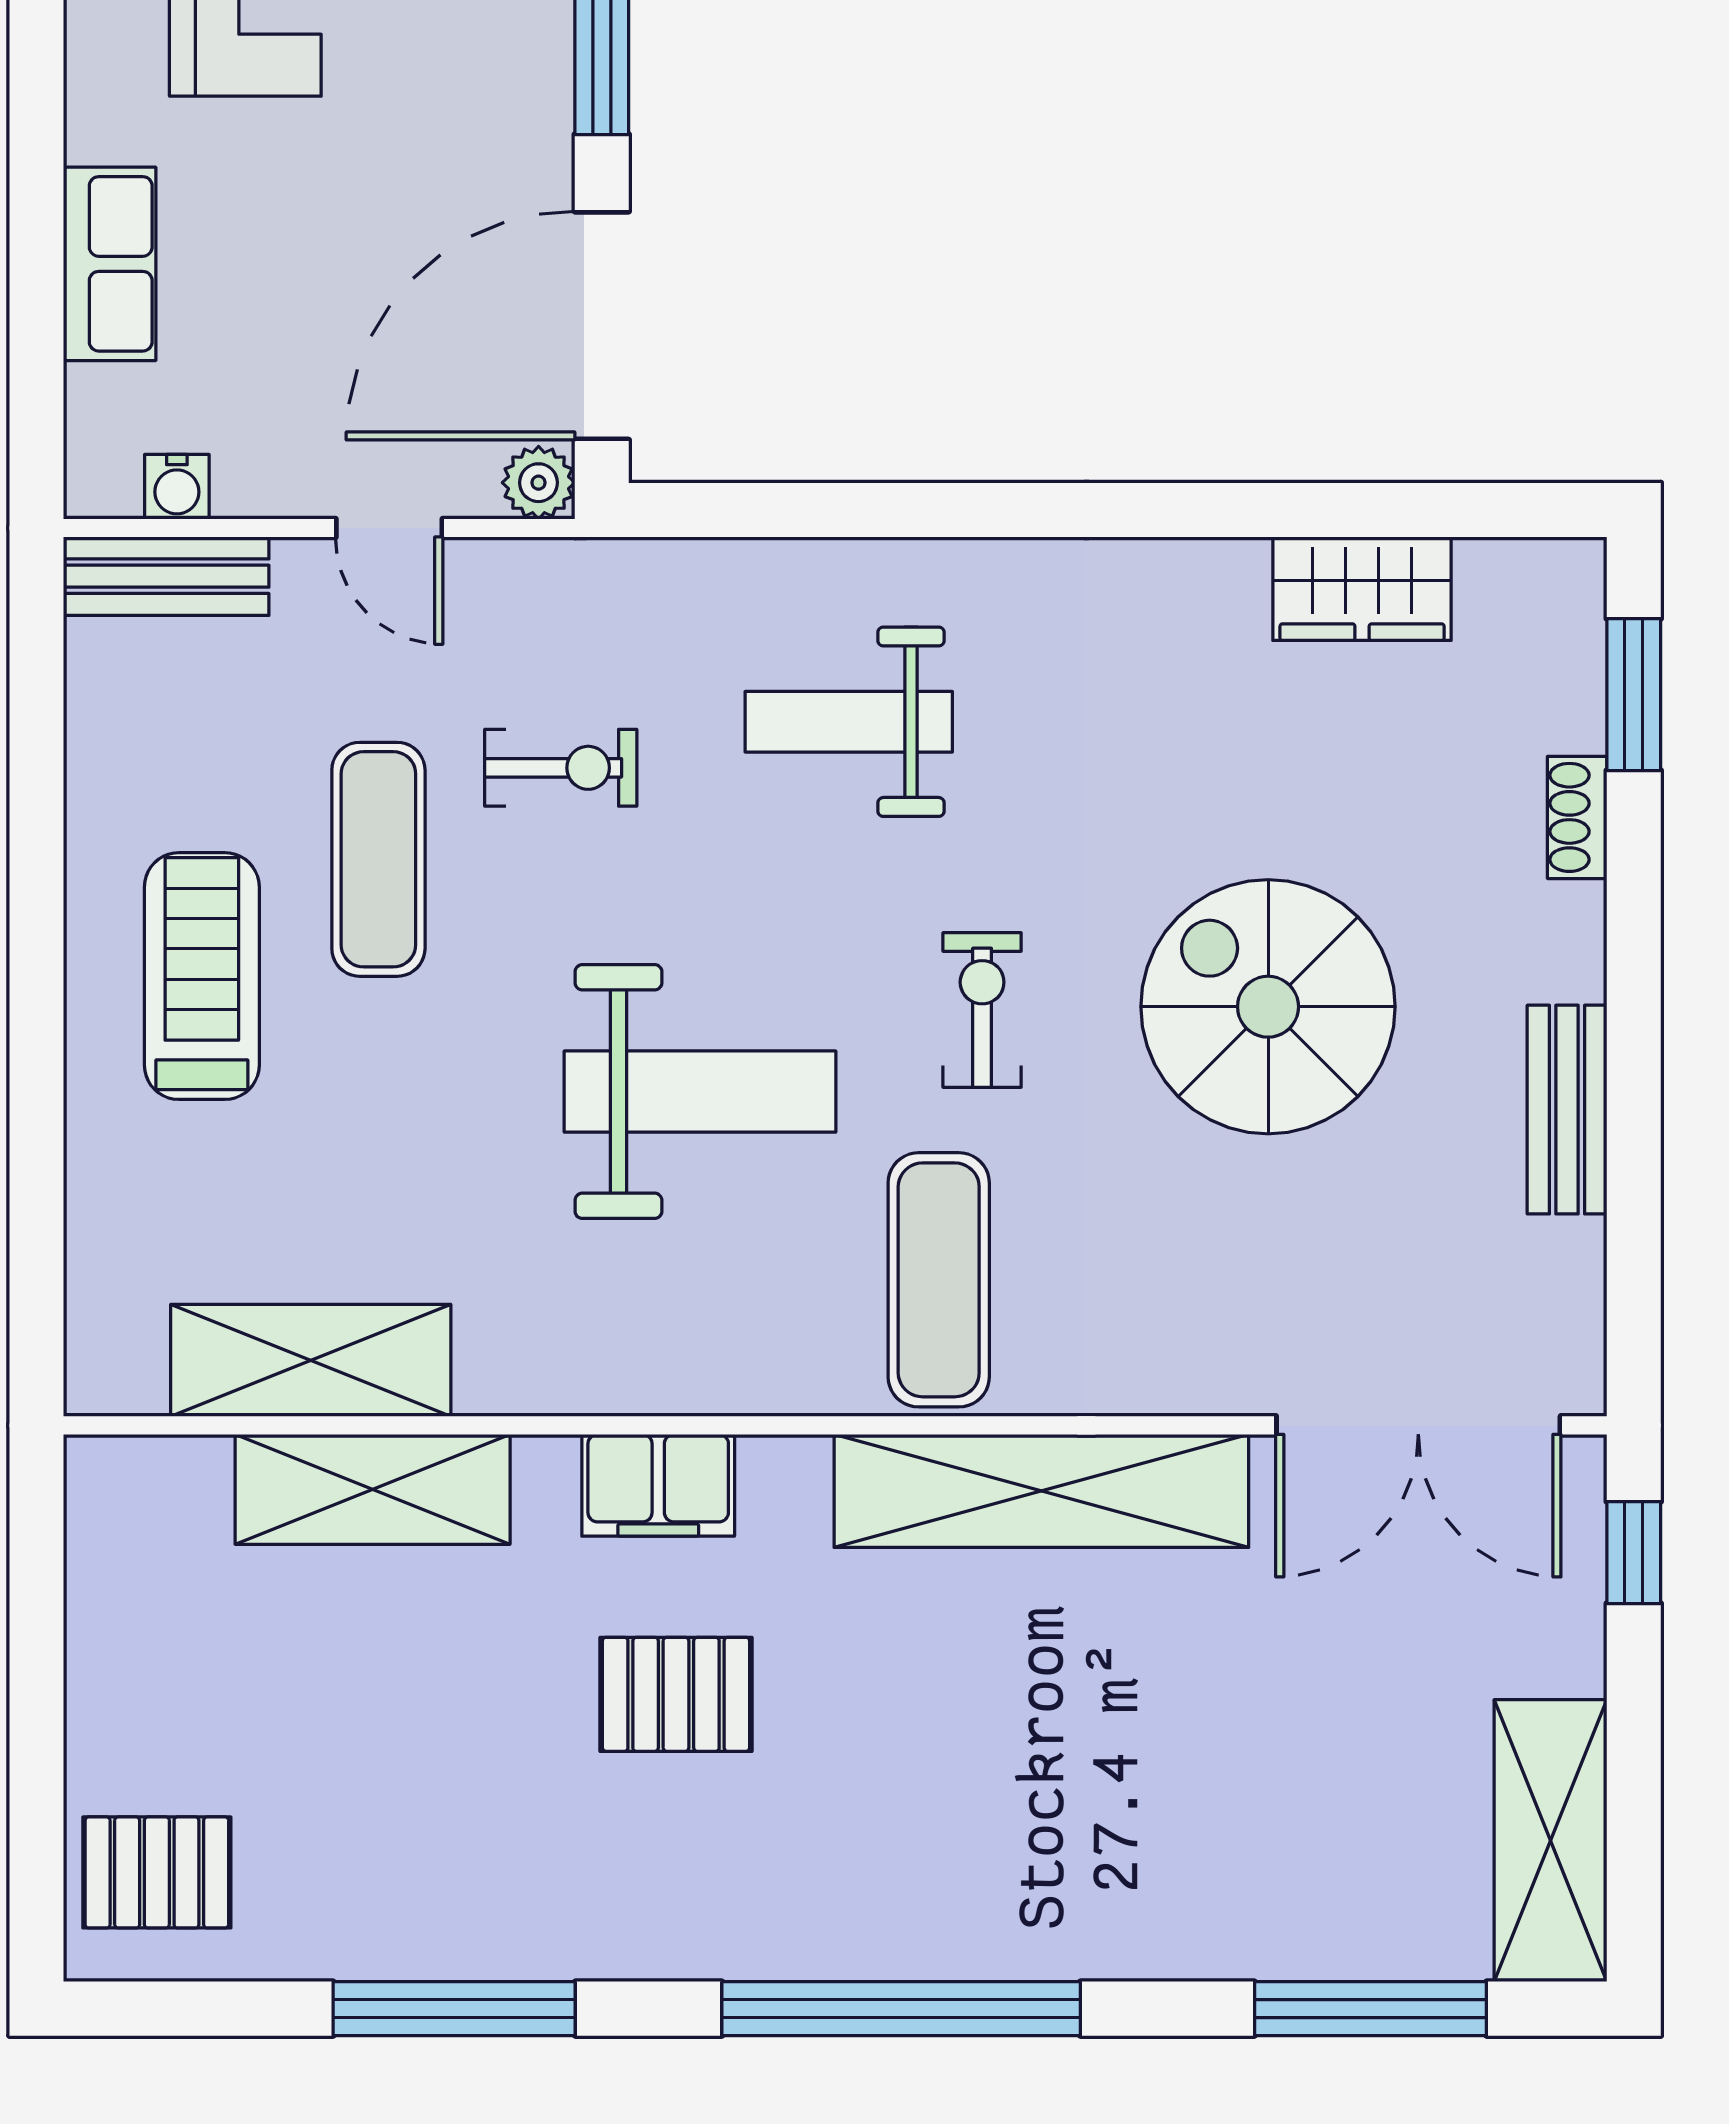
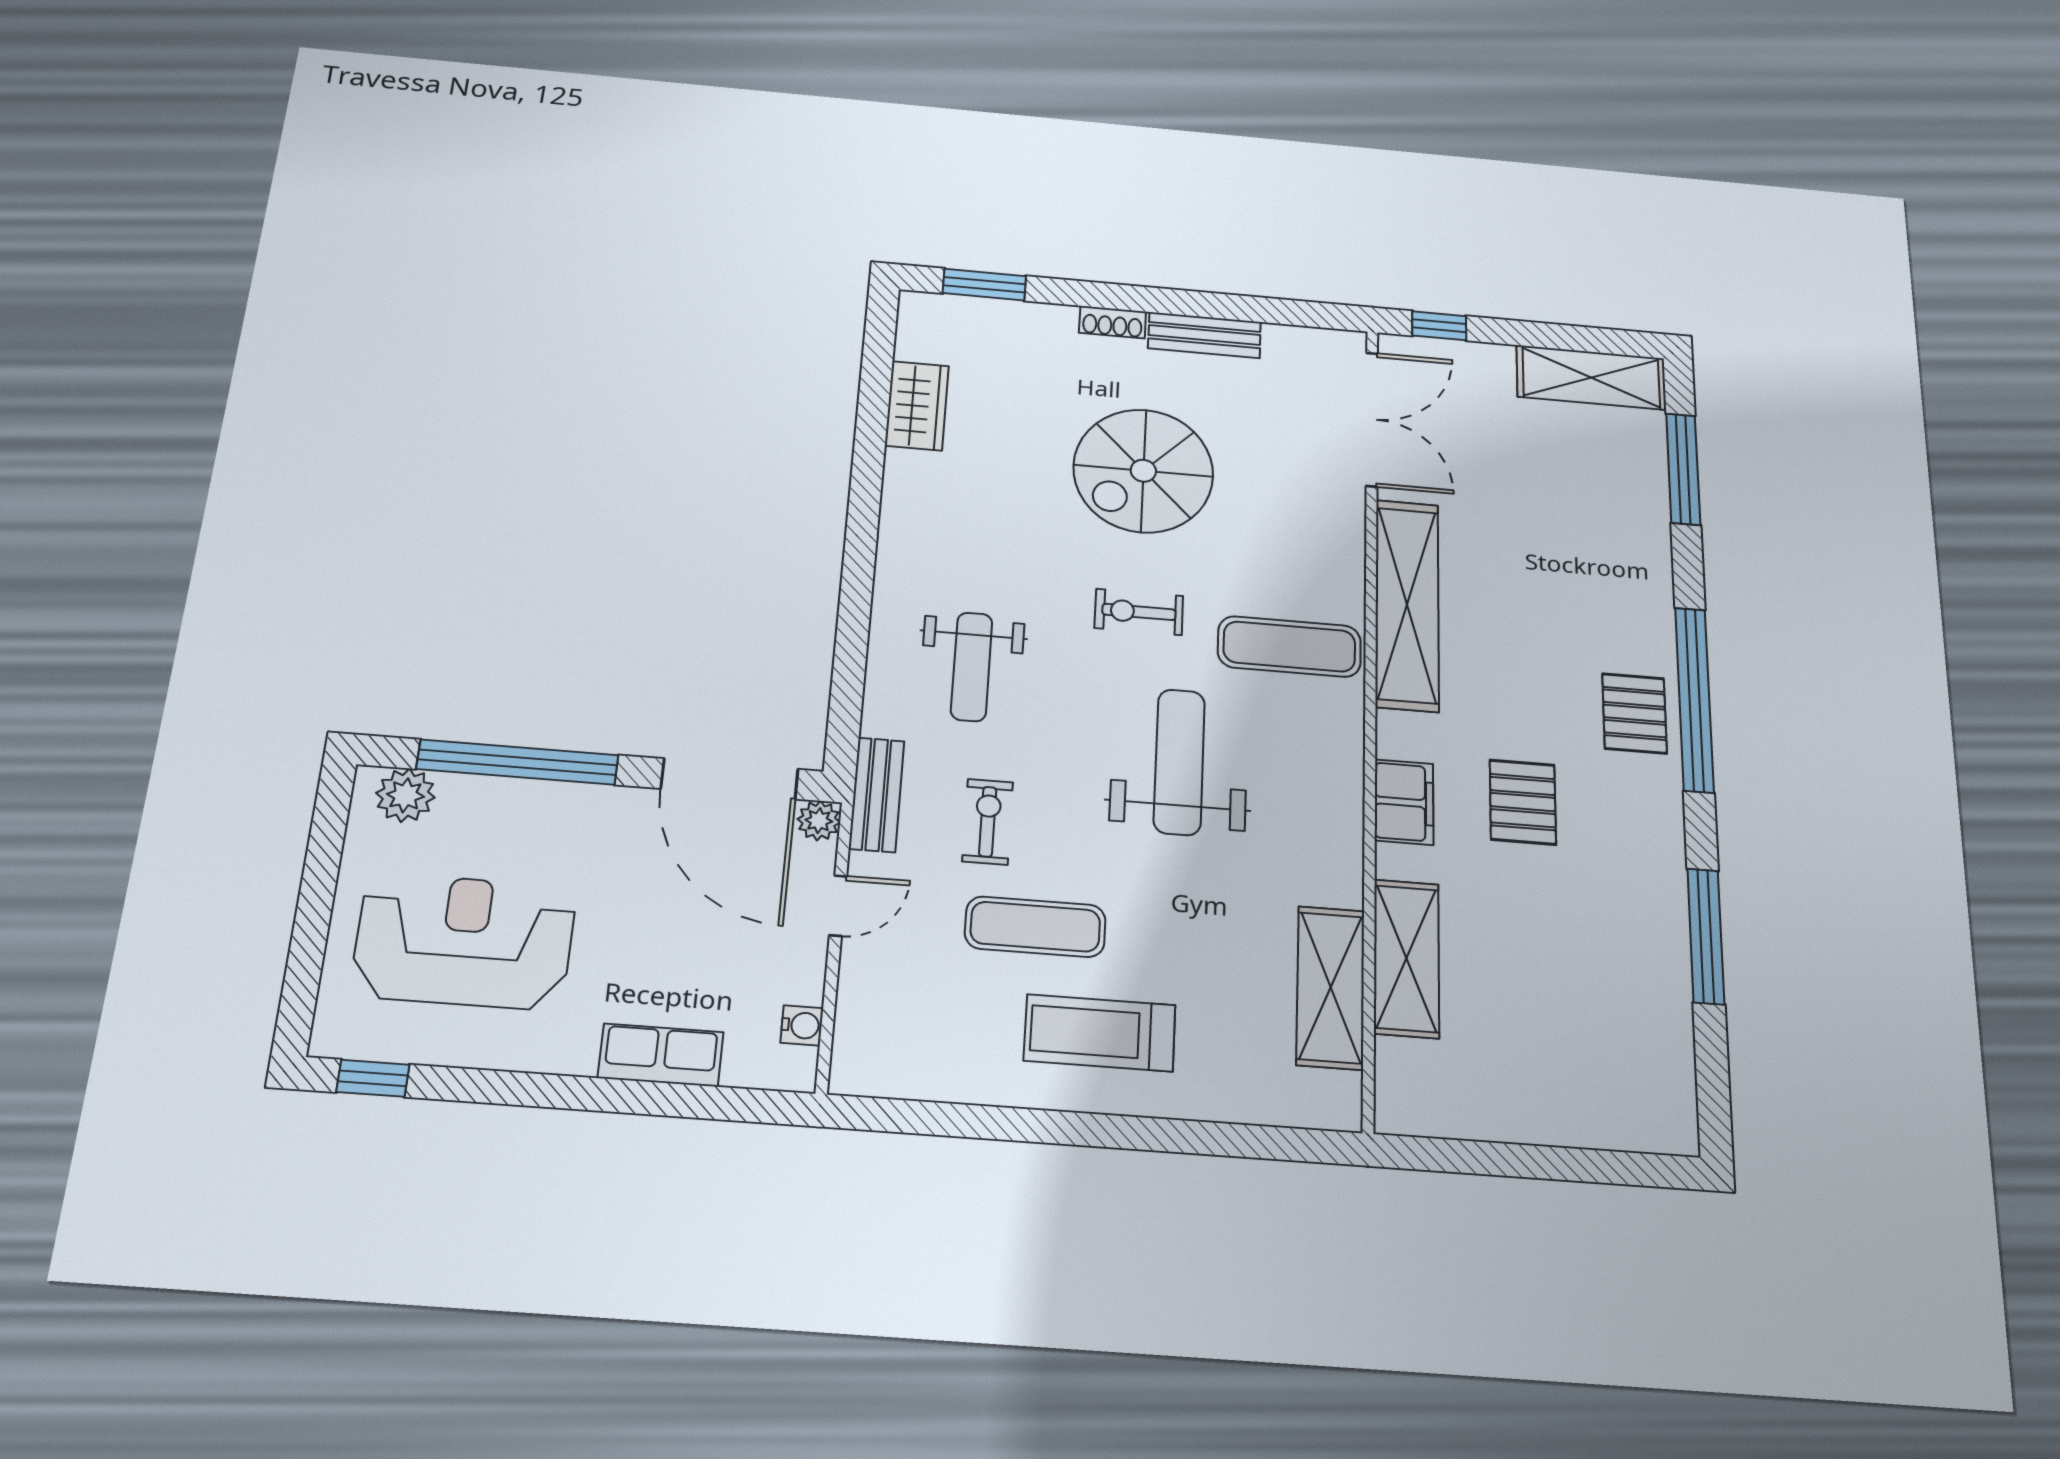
bench: (166, 576) -> (877, 795), moved
shoe rack: (1577, 817) -> (1112, 322), moved
pallet: (157, 1872) -> (1634, 713), moved

